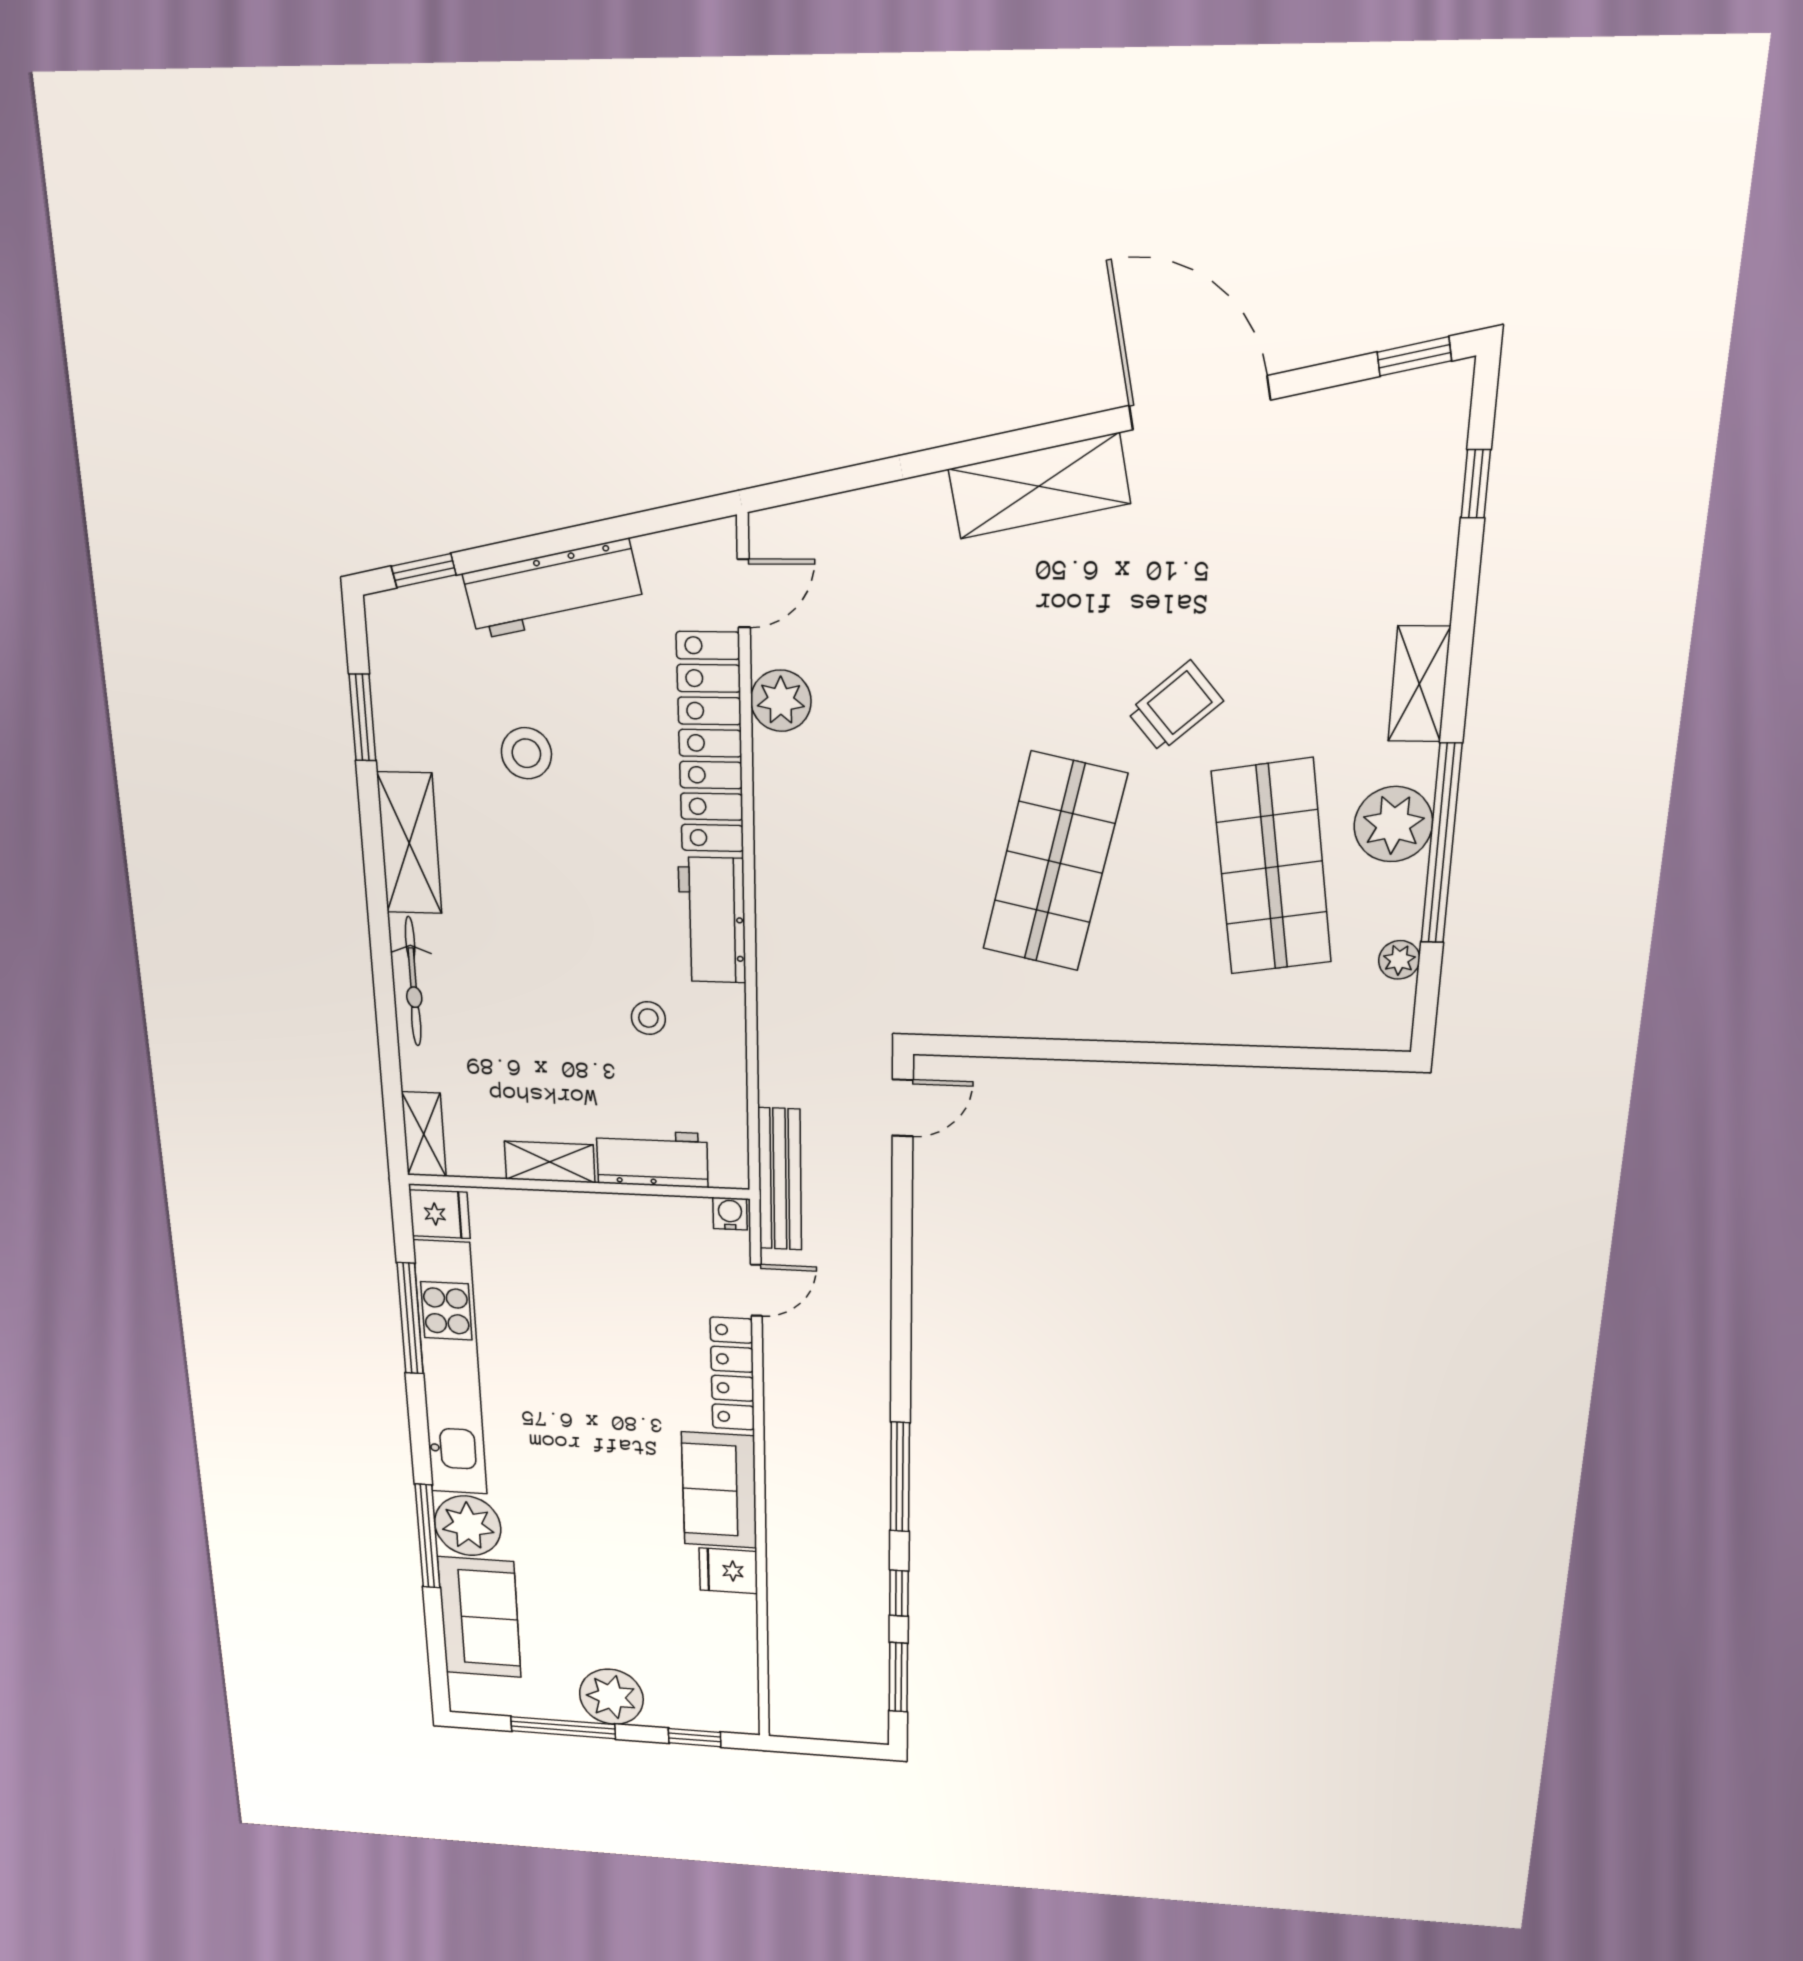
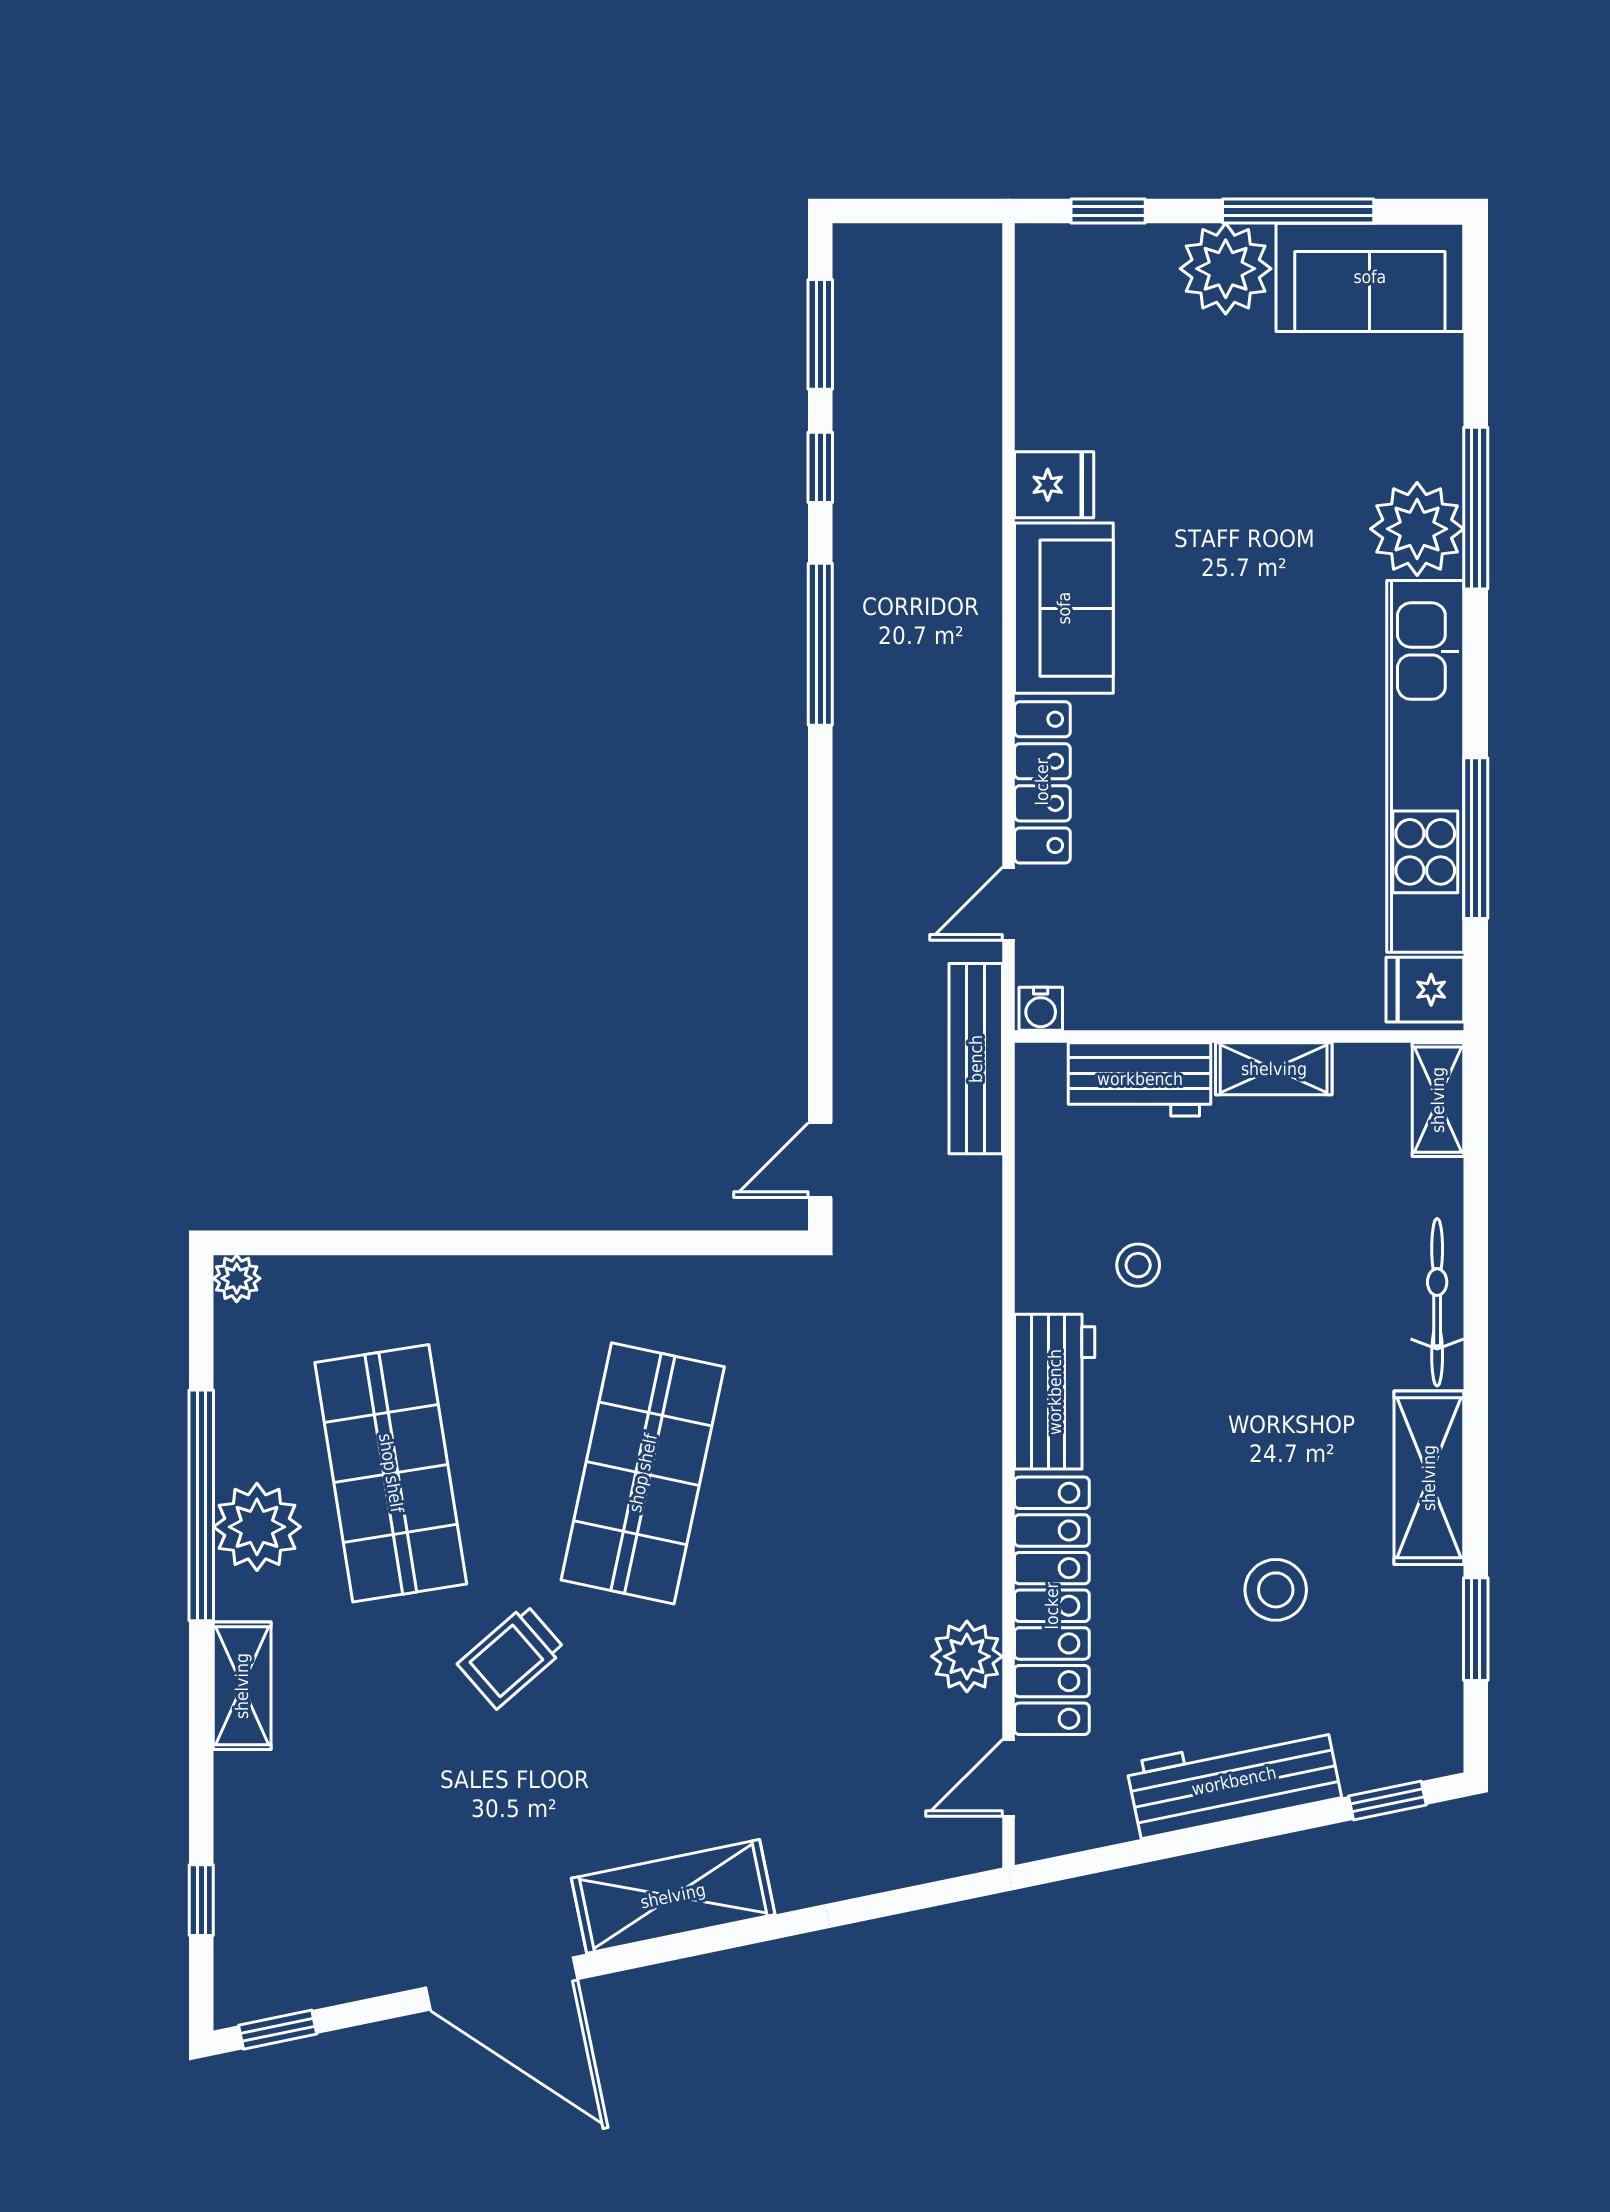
plant: (1399, 960) -> (237, 1278), moved
sofa: (480, 1617) -> (1370, 277), moved, turned -90

